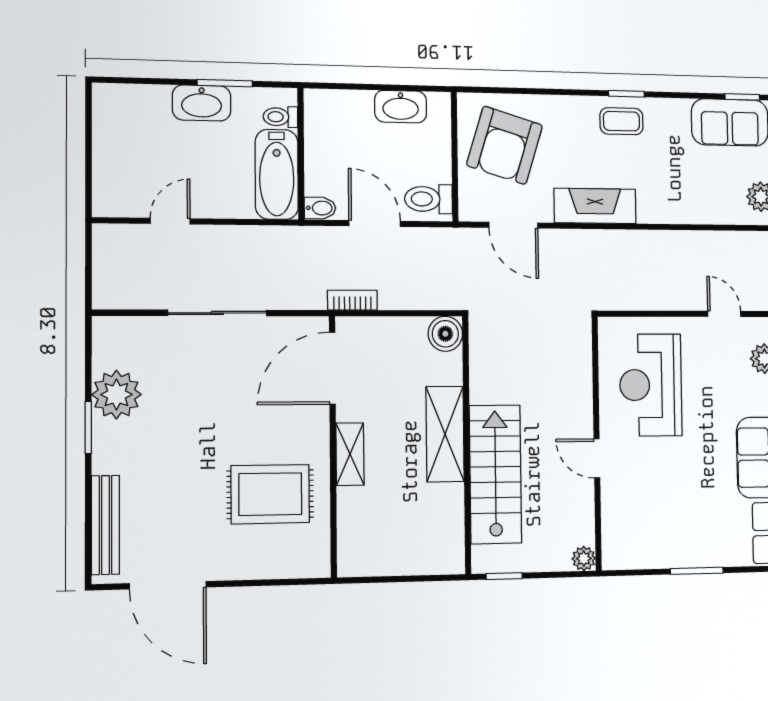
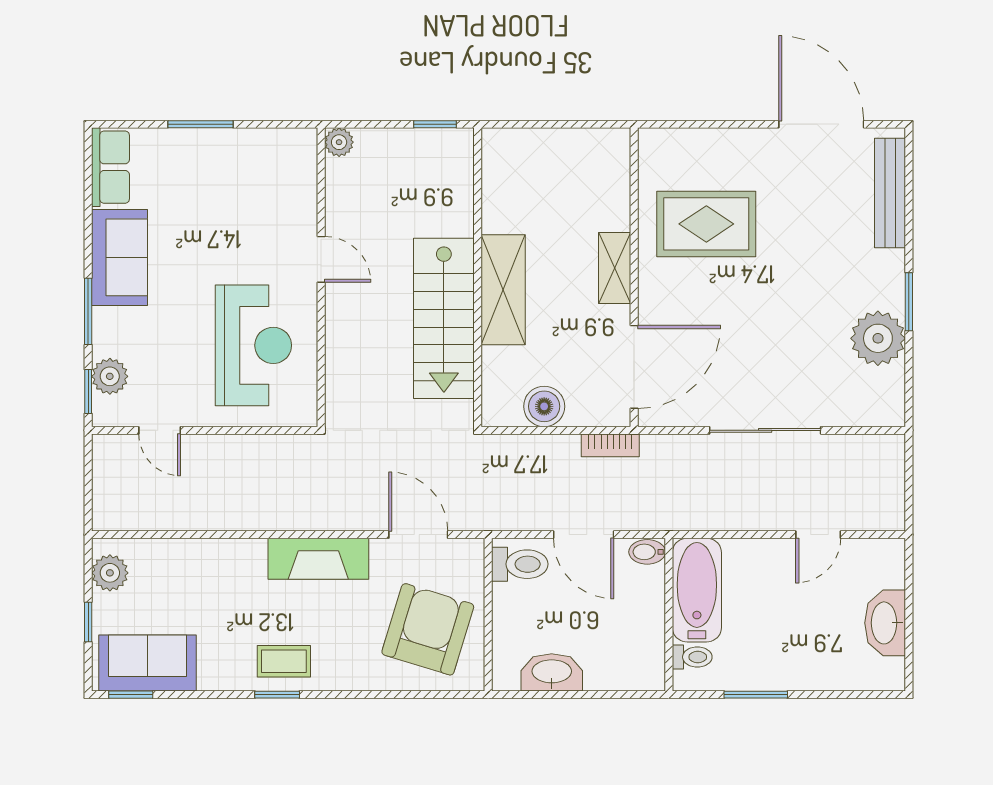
washbasin: (202, 103) -> (885, 623), moved, turned -90
boiler: (445, 334) -> (544, 406), moved
stairs: (495, 474) -> (444, 318), moved

